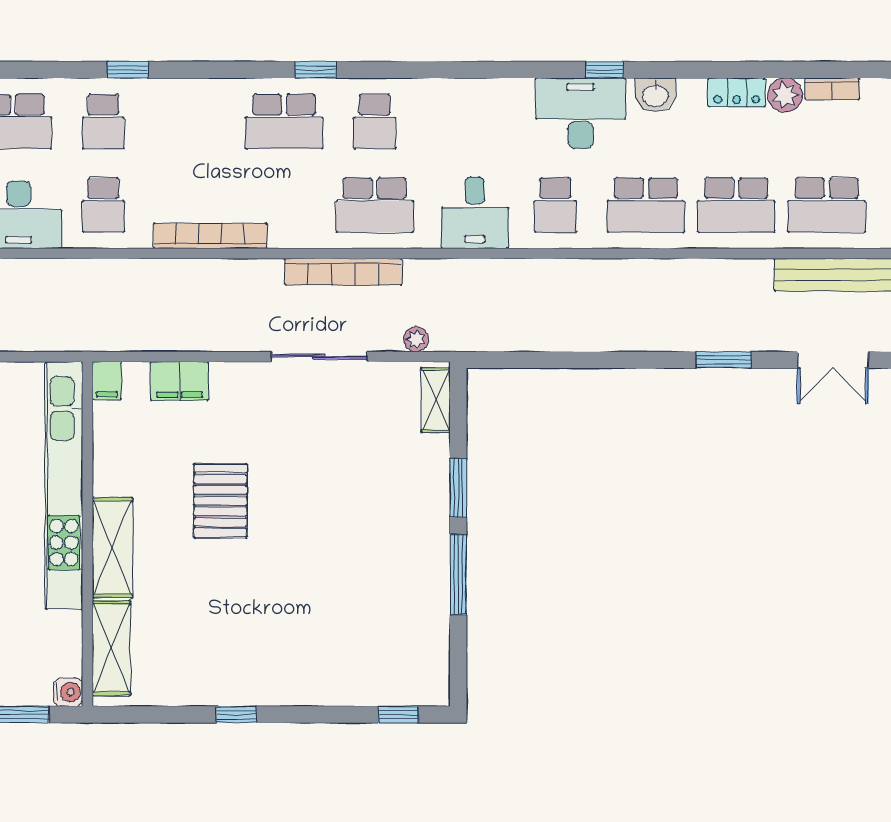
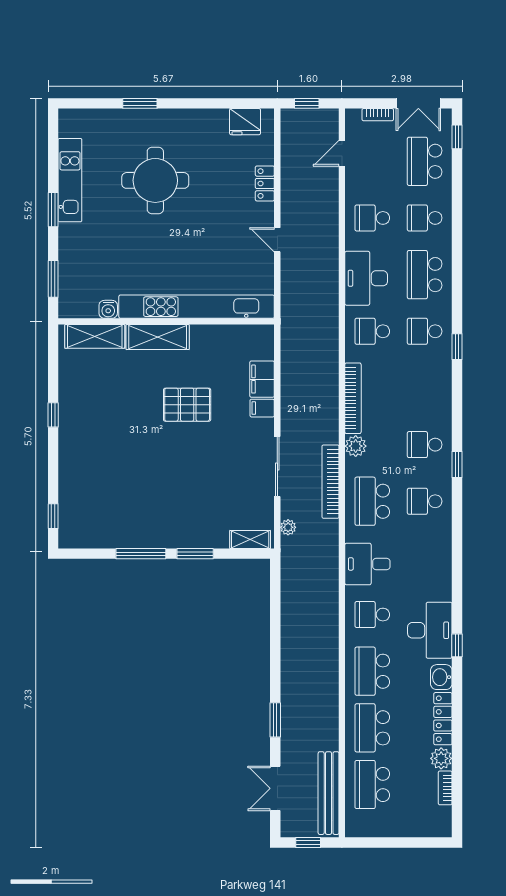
locker: (737, 92) -> (443, 719), width x1.53
school desk: (284, 122) -> (425, 445), width x0.54
plant: (286, 232) -> (356, 446), added
filing cabinet: (107, 381) -> (262, 408), moved
water cooler: (68, 692) -> (108, 309), moved

